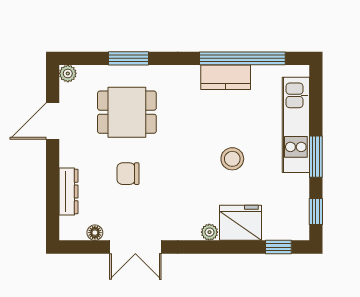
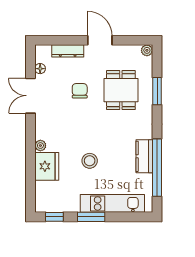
door: (53, 121) -> (100, 40), moved
window: (278, 247) -> (30, 192), removed

